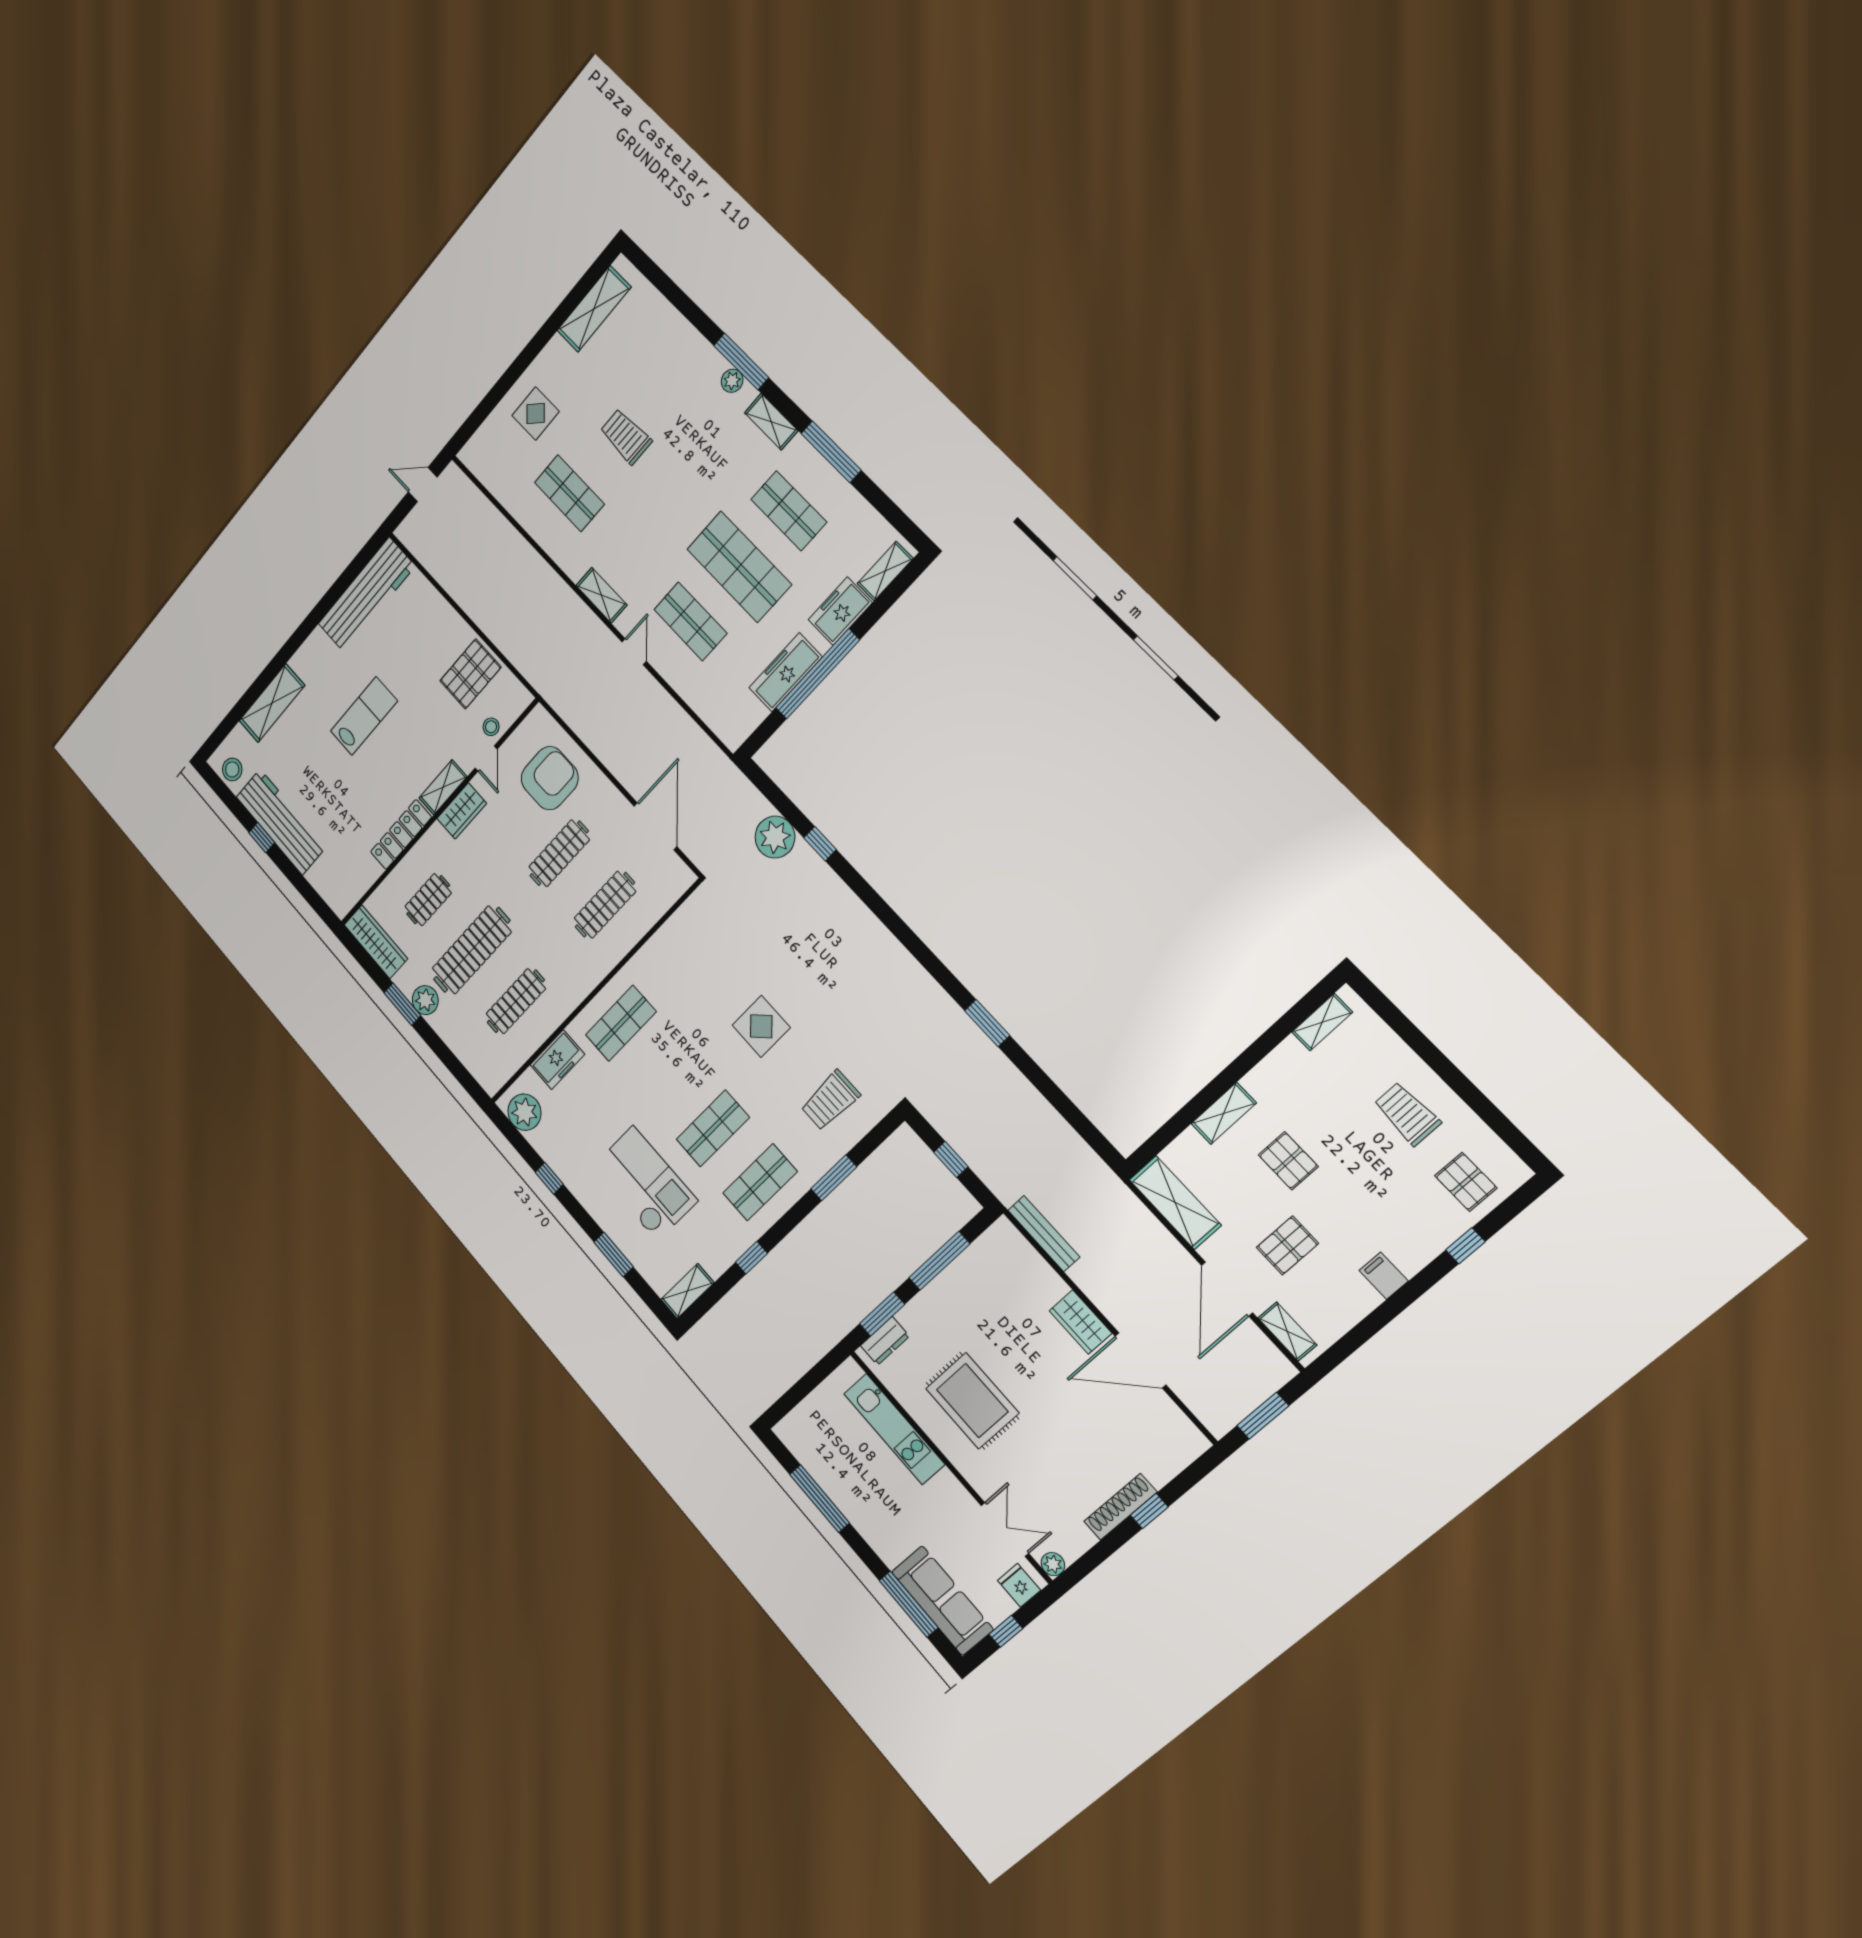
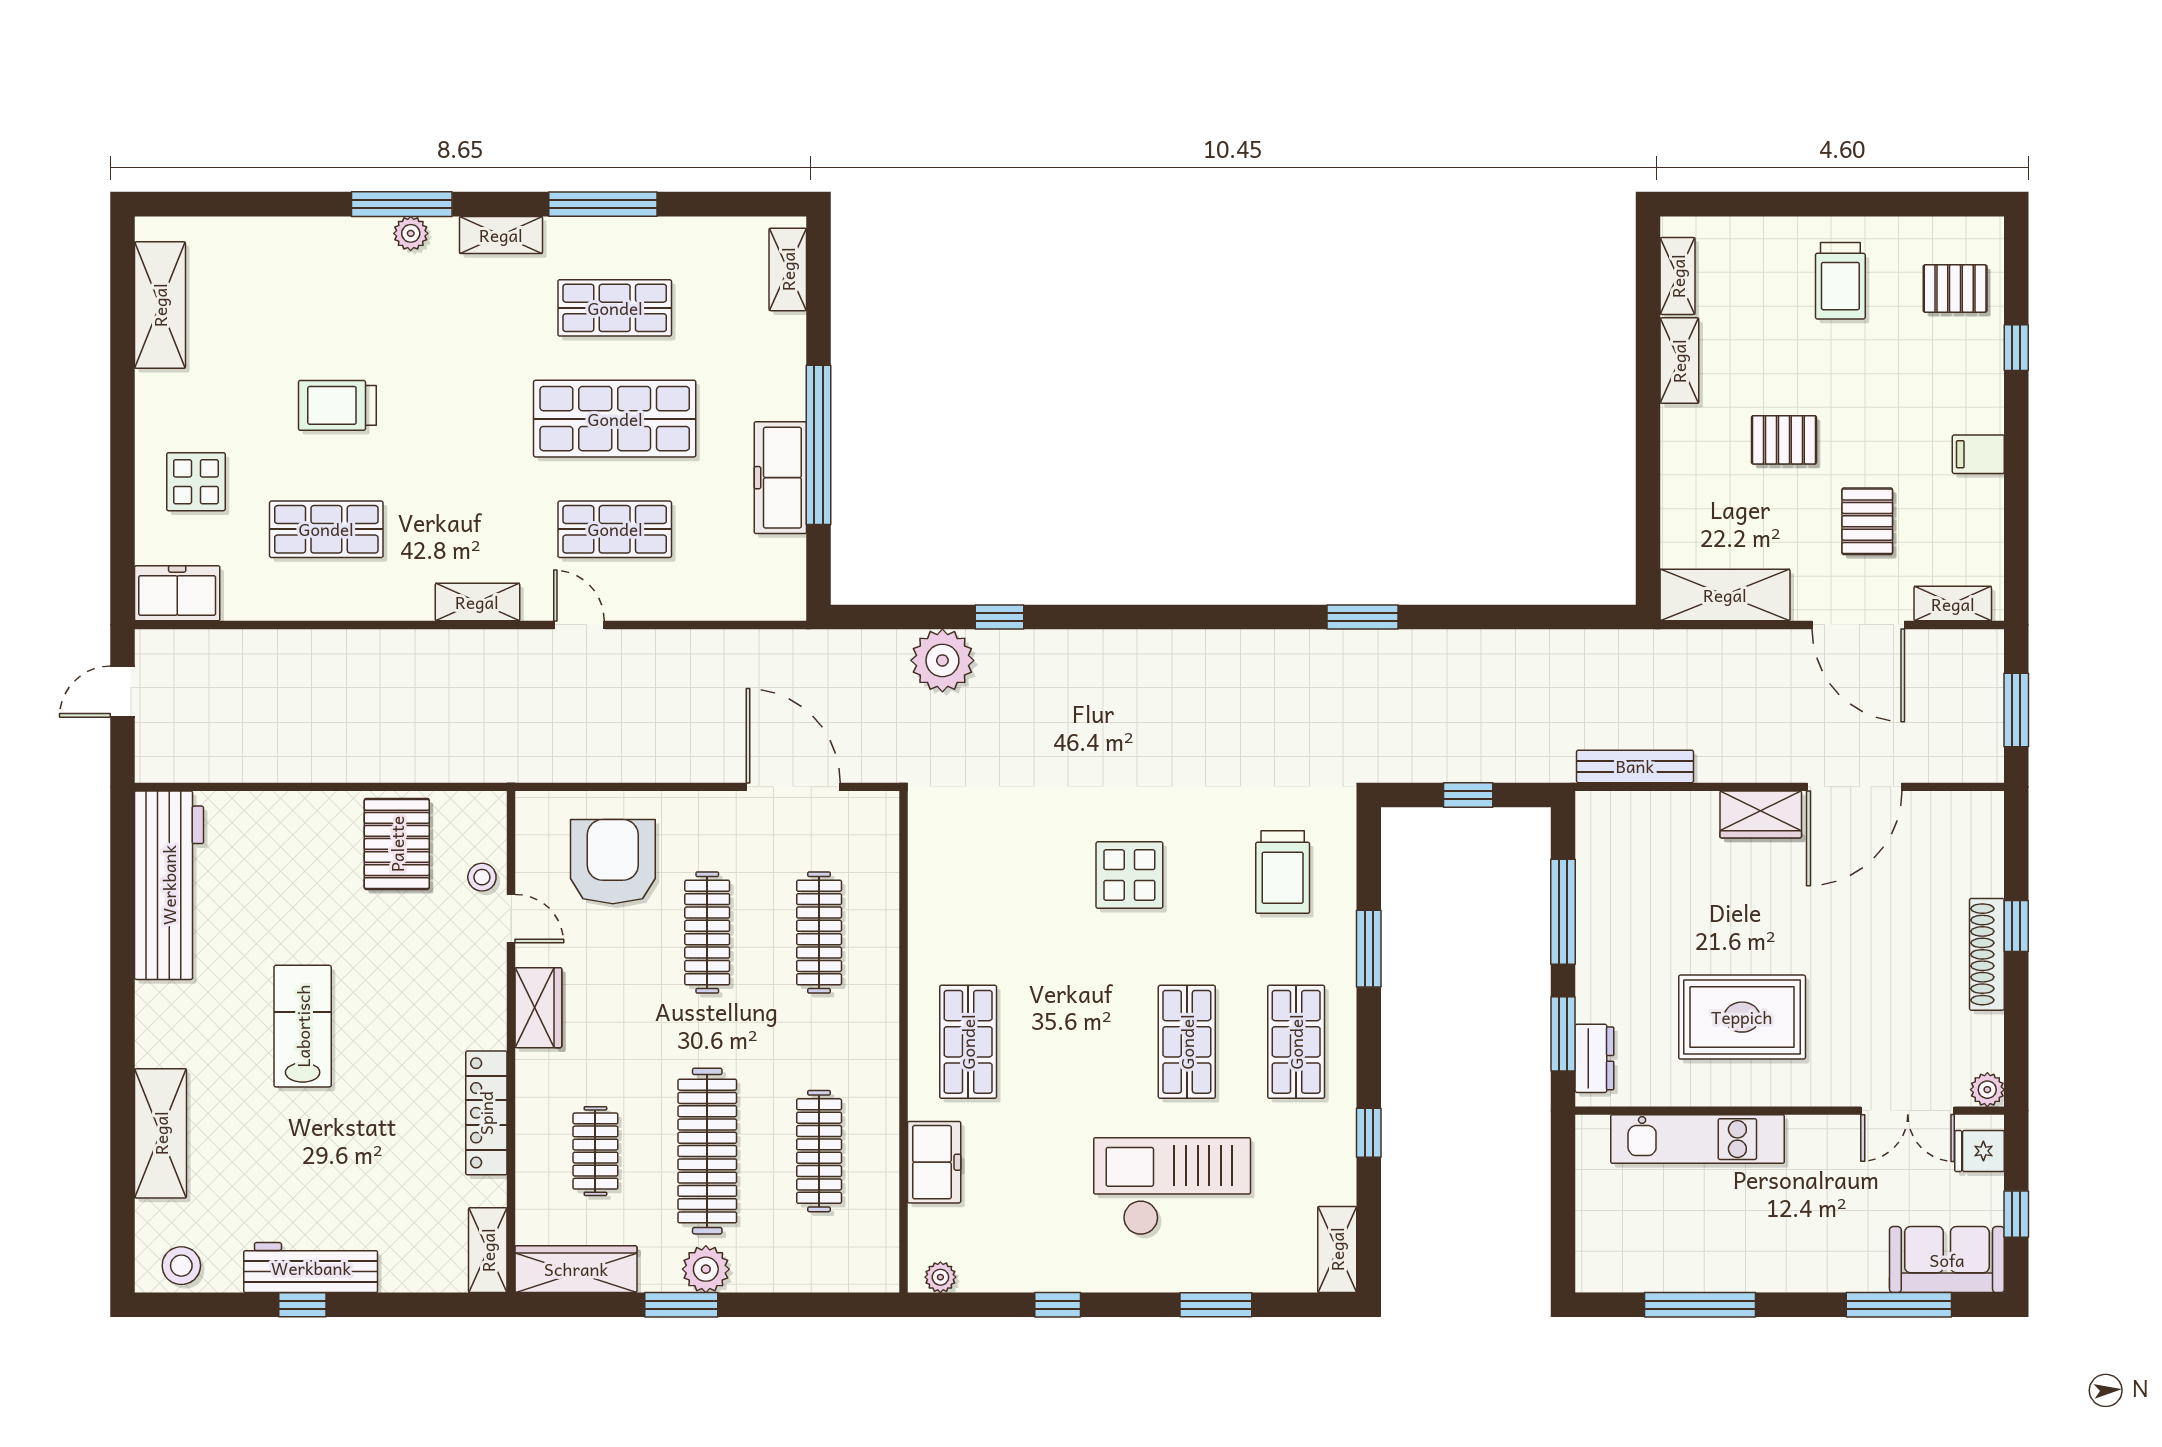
freezer: (840, 611) -> (177, 593), moved, turned 90
shelving: (443, 787) -> (488, 1250), moved
workbench: (281, 822) -> (311, 1268), width x0.73, depth x0.76
plant: (524, 1112) -> (940, 1277), width x0.53, depth x0.53
shelving: (1224, 1113) -> (1679, 361), moved
trolley: (1407, 1114) -> (1840, 281), turned -90
double door: (1005, 1529) -> (1908, 1111), swing flipped
sofa: (942, 1601) -> (1947, 1260), width x0.73

